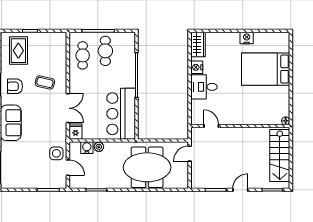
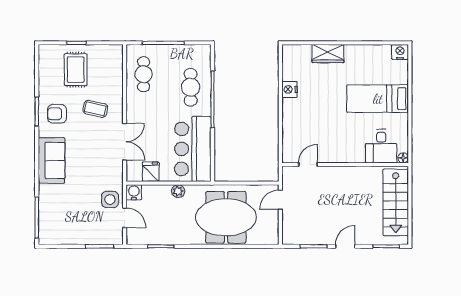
nightstand: (247, 38) -> (400, 52), moved
wardrobe: (198, 44) -> (328, 54), moved, turned 90
rug: (18, 51) -> (76, 70), moved
cafe table: (105, 51) -> (191, 87), moved
bed: (266, 69) -> (378, 99), width x0.67
desk: (204, 87) -> (381, 146), moved, turned -90
door: (211, 126) -> (308, 165), hinge flipped
fridge: (75, 132) -> (151, 172), moved
plant: (99, 147) -> (178, 191), moved
water cooler: (87, 148) -> (134, 192), moved

